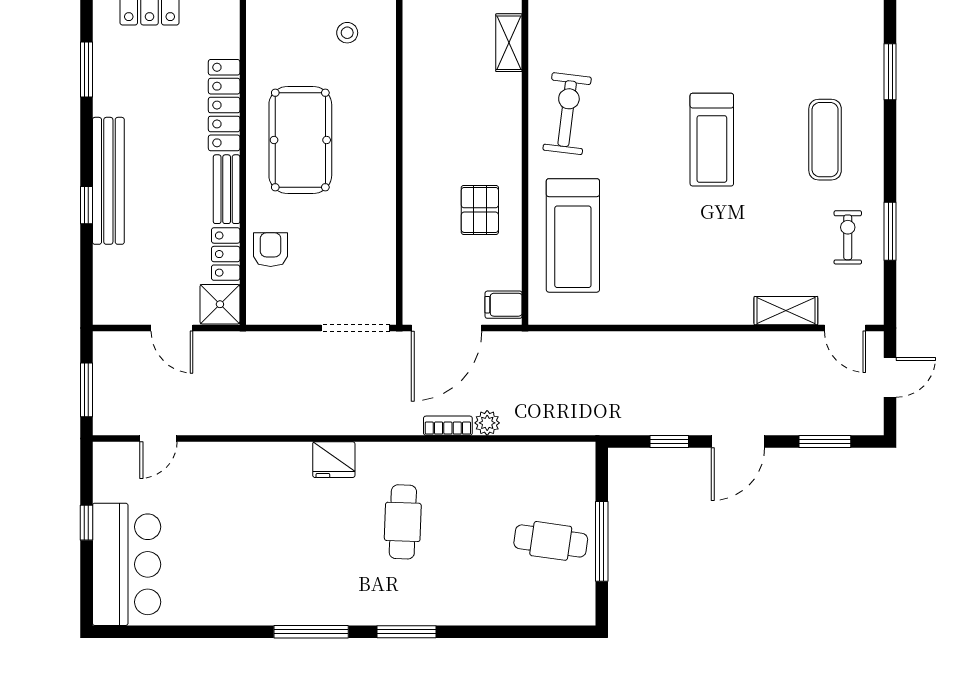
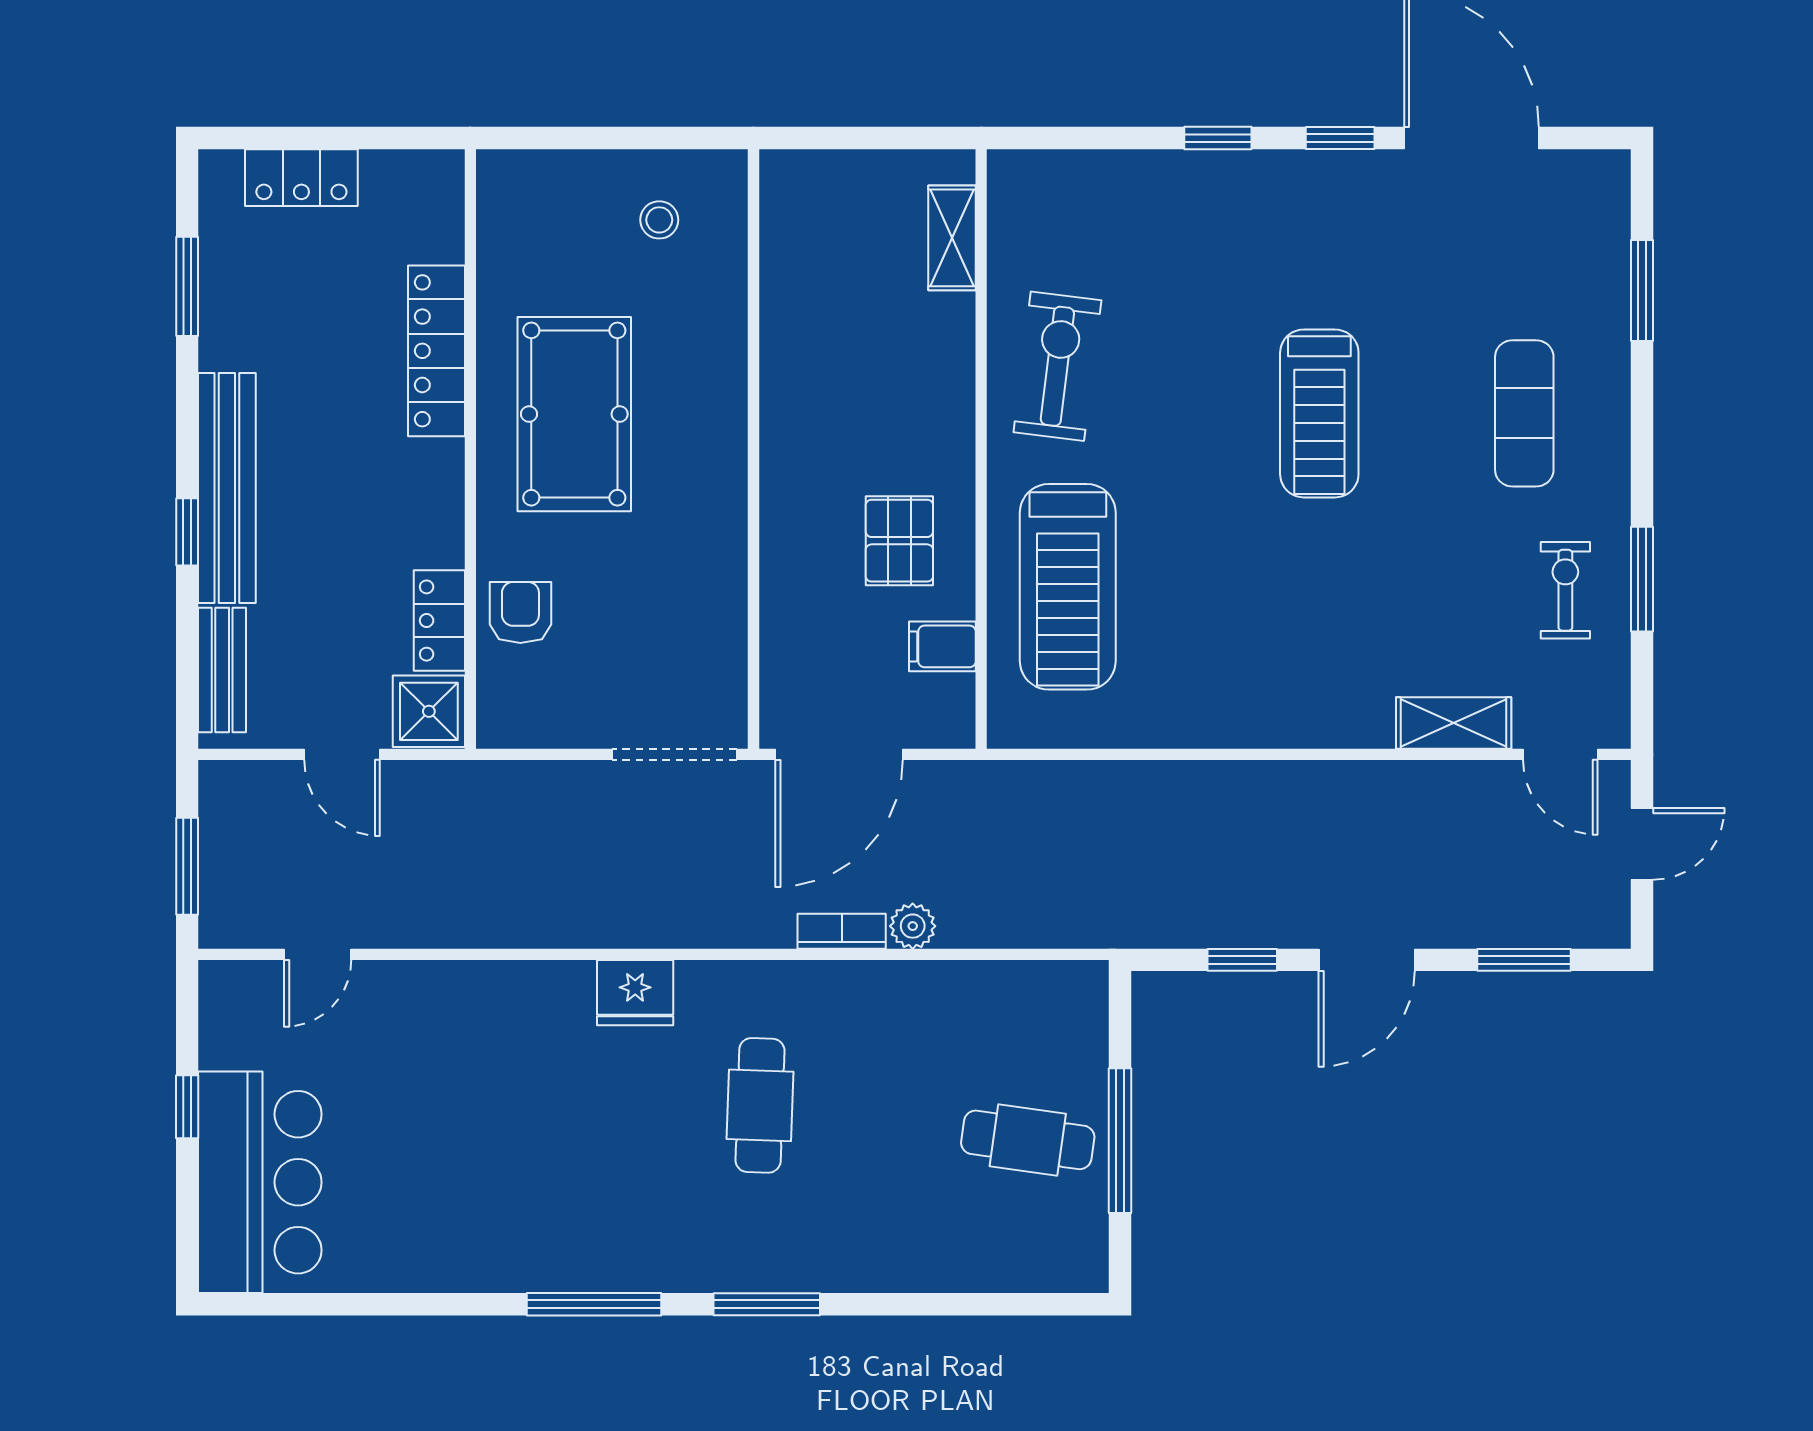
bench: (227, 189) -> (222, 670), moved
filing cabinet: (504, 305) -> (942, 646), moved

